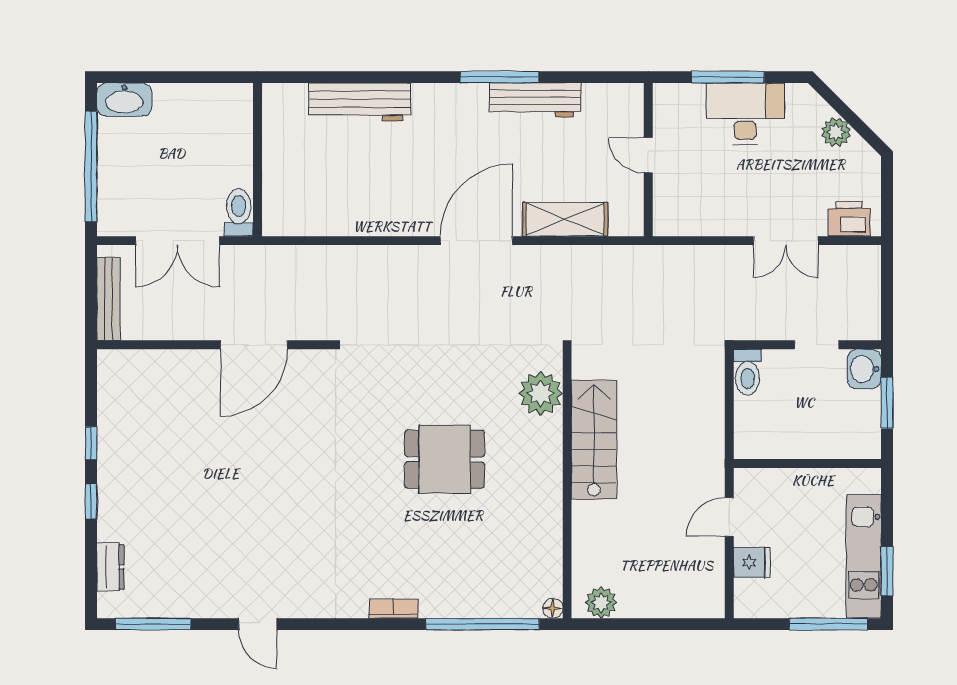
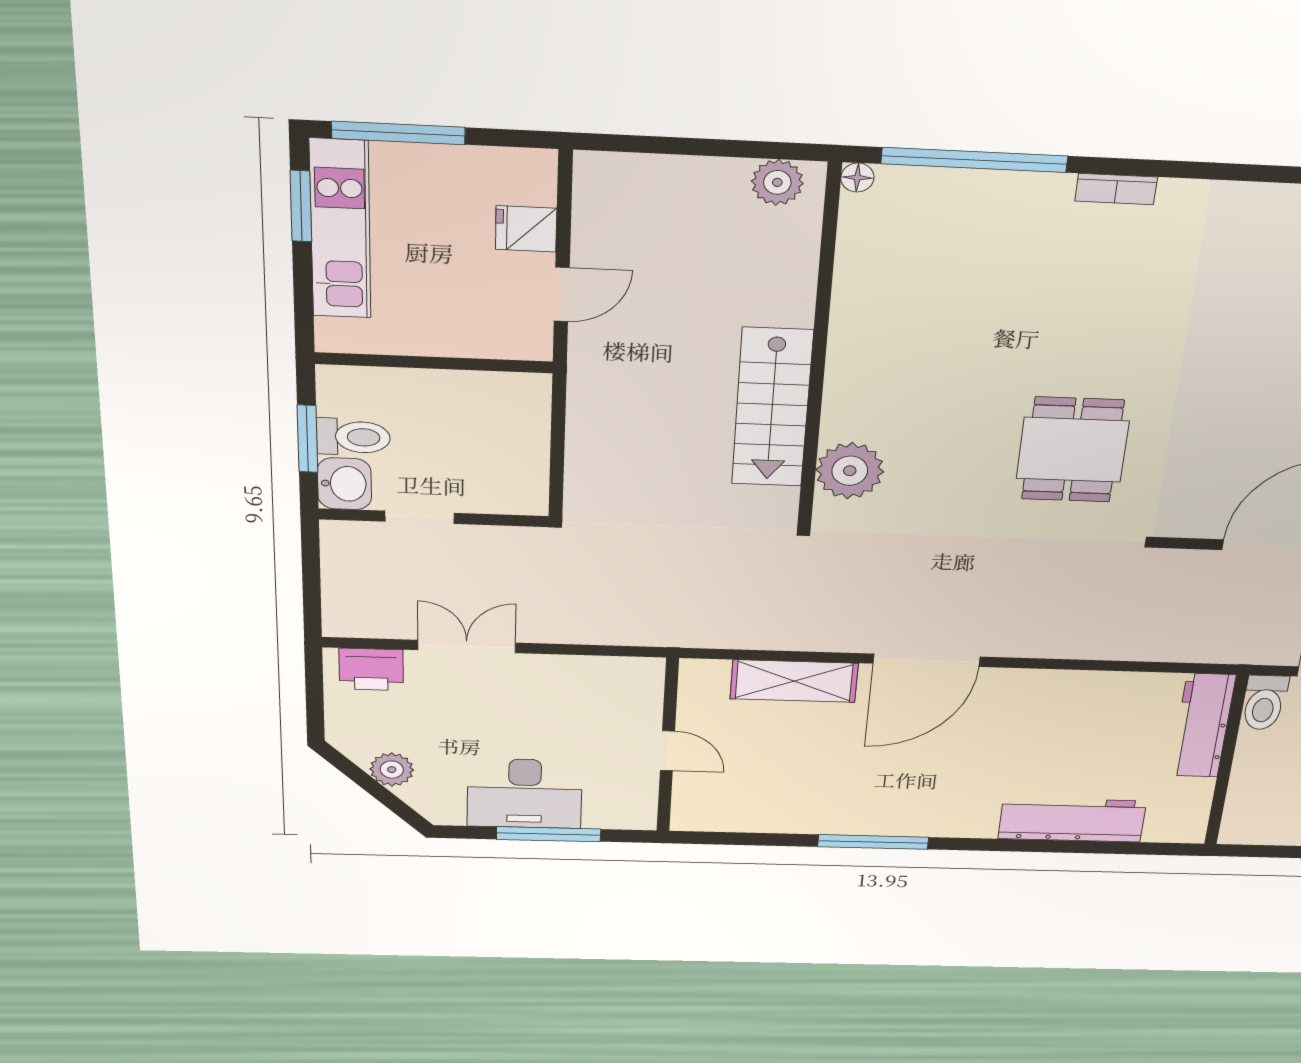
workbench: (535, 100) -> (1202, 726), moved, turned -90
toilet: (748, 372) -> (353, 437), moved, turned 90
dining table: (445, 459) -> (1073, 450), moved, turned 90

